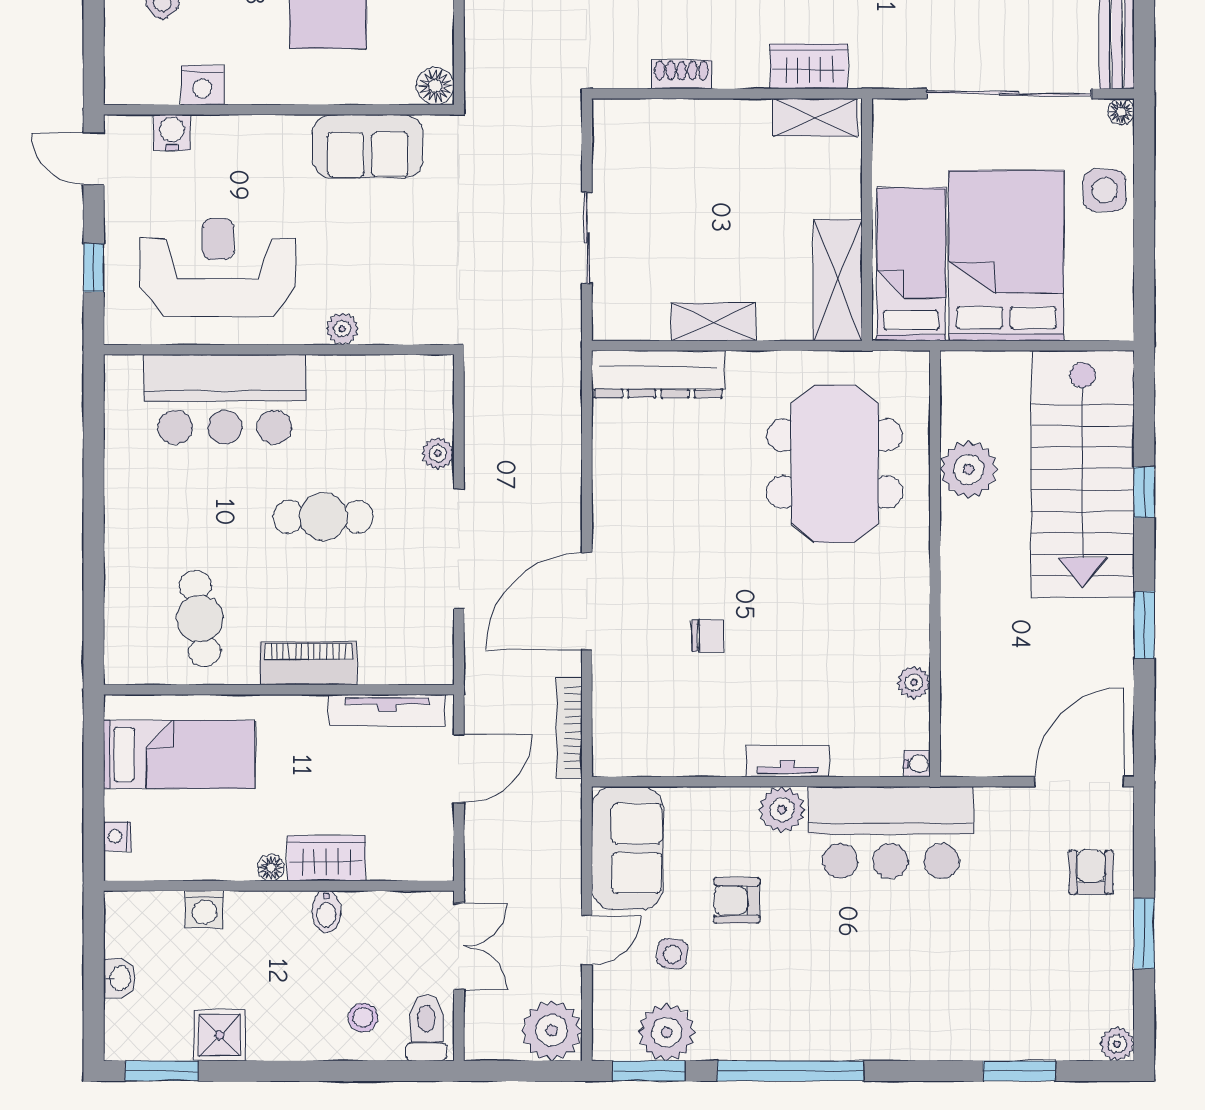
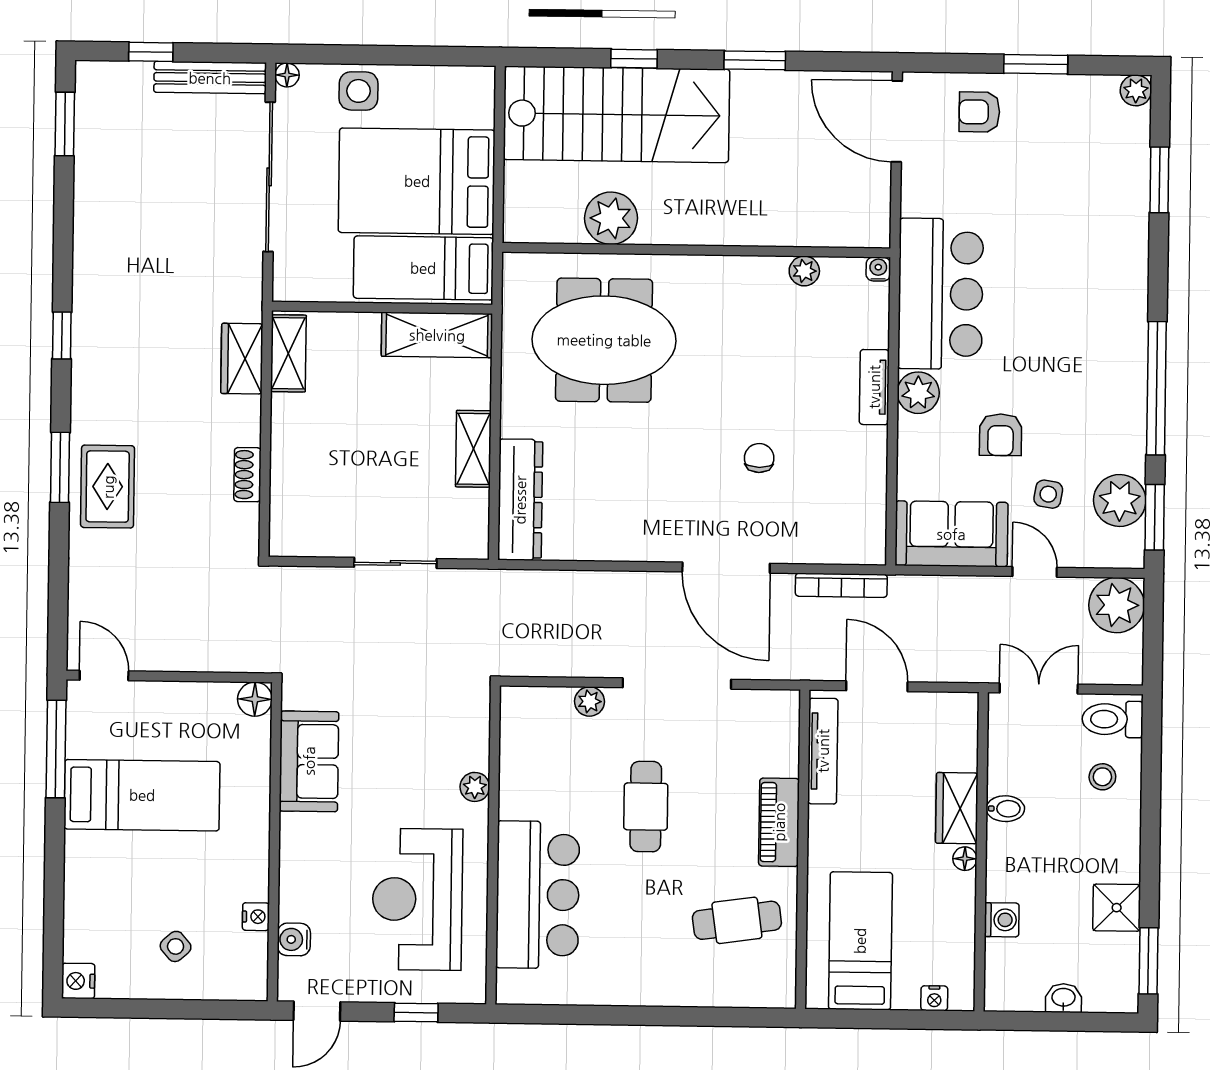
nightstand: (202, 85) -> (256, 917), width x0.72, depth x0.74

